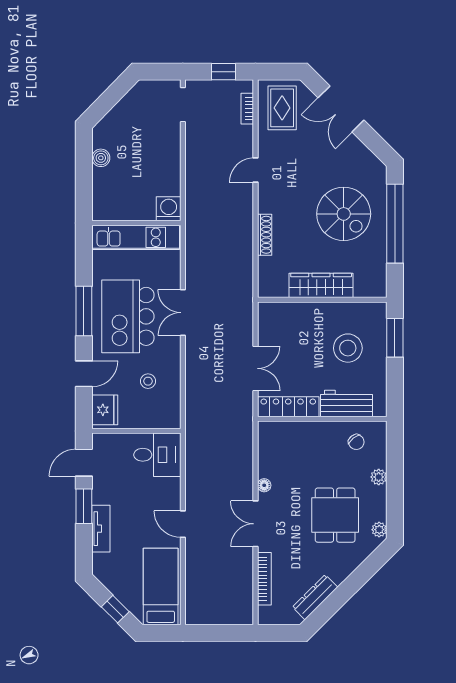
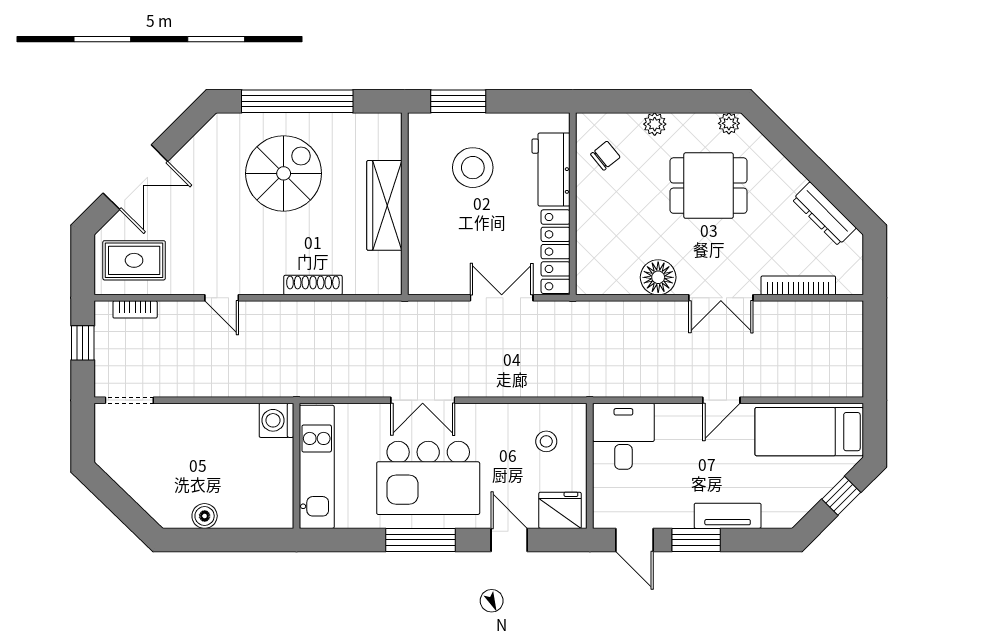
stool: (148, 381) -> (546, 441), moved
floor lamp: (264, 485) -> (658, 277), width x1.89, depth x1.89

